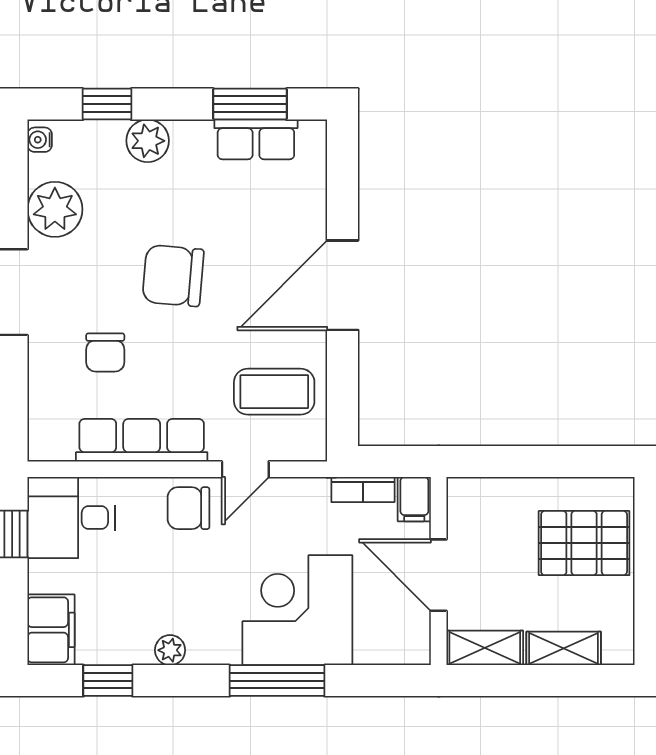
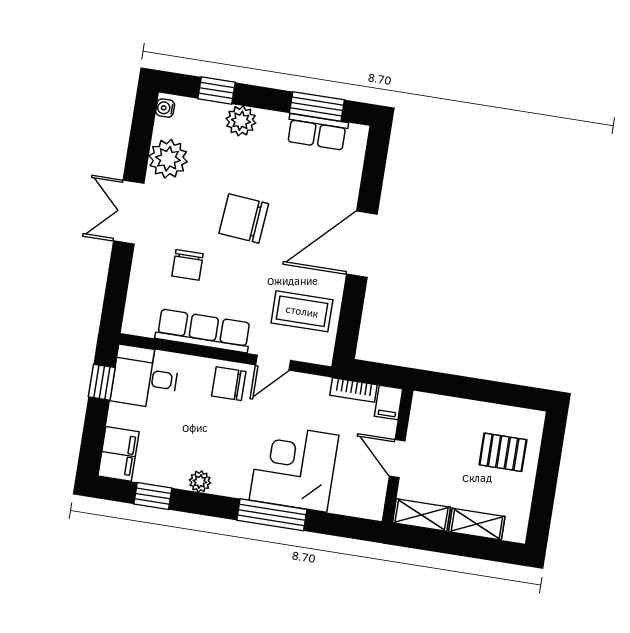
pallet: (584, 543) -> (503, 452), width x0.67, depth x0.71
door: (439, 575) -> (397, 459), width x0.73

